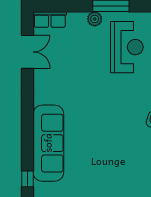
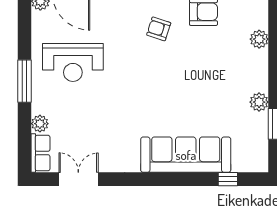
plant: (95, 19) -> (40, 124), moved
reception desk: (127, 47) -> (73, 63), turned 180

